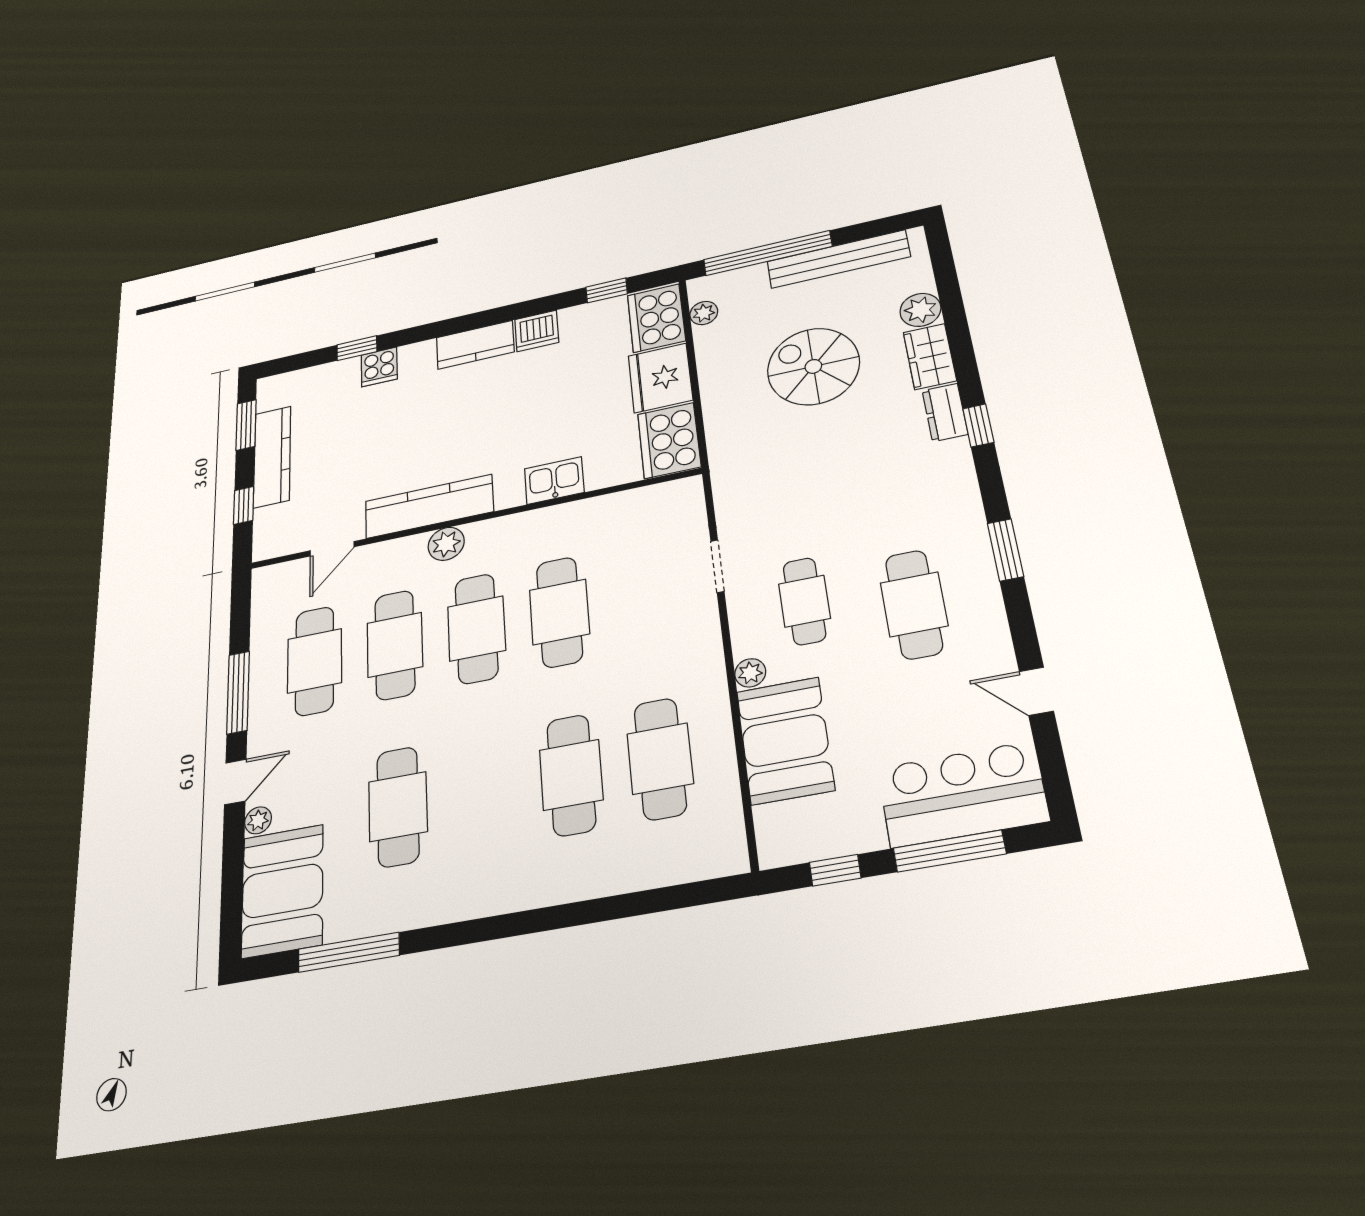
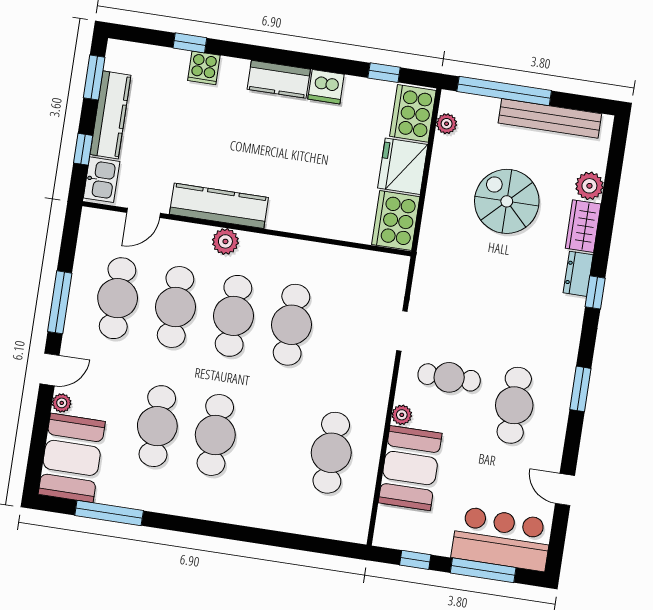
kitchen sink: (554, 480) -> (102, 180), moved, turned 90
cafe table: (804, 601) -> (449, 377), turned 90
cafe table: (571, 775) -> (215, 435), moved

